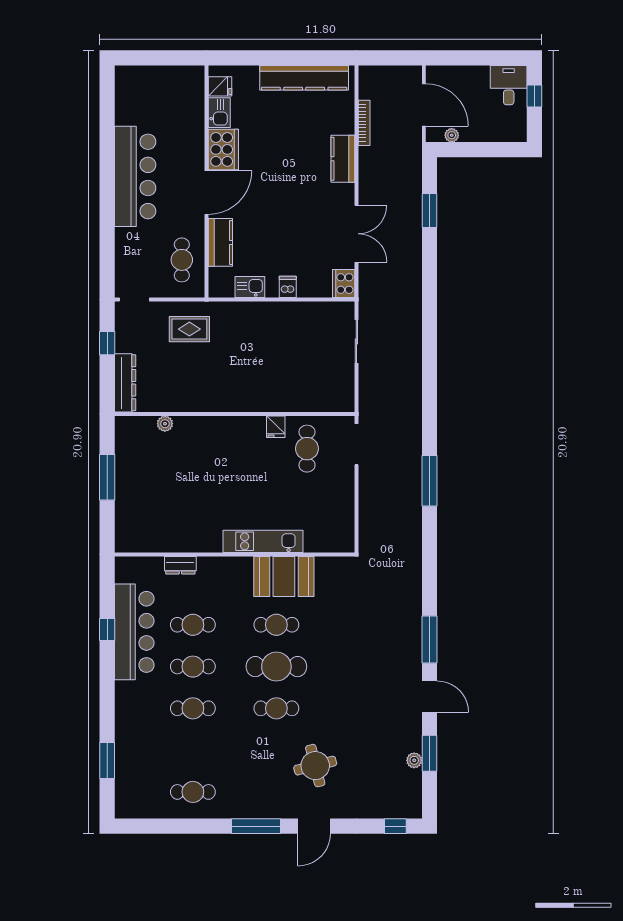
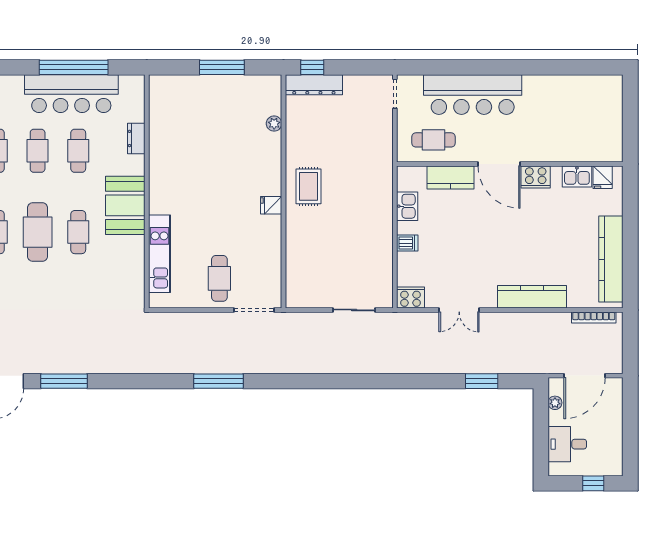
desk: (509, 85) -> (567, 444), moved, turned 180
bookcase: (364, 123) -> (594, 317), moved
cooker: (223, 149) -> (536, 177), width x0.73, depth x0.76
kitchen counter: (343, 159) -> (532, 297), width x1.50
bar counter: (135, 176) -> (473, 95), moved
double door: (356, 234) -> (459, 310), width x0.73
rug: (189, 329) -> (309, 186), moved
window: (107, 343) -> (312, 67), moved
fridge: (276, 427) -> (271, 205), moved
cafe table: (307, 449) -> (219, 278), moved, turned 90
kitchen unit: (263, 541) -> (160, 254), moved
booth: (284, 576) -> (125, 205), moved
window: (107, 629) -> (74, 67), width x3.17

